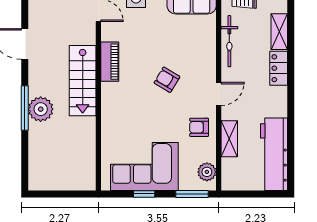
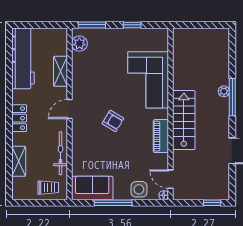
locker: (279, 68) -> (19, 118), moved
plant: (41, 109) -> (224, 91), width x0.53, depth x0.53
armchair: (199, 127) -> (86, 81), removed
corner sofa: (144, 167) -> (148, 80), moved, turned 90

